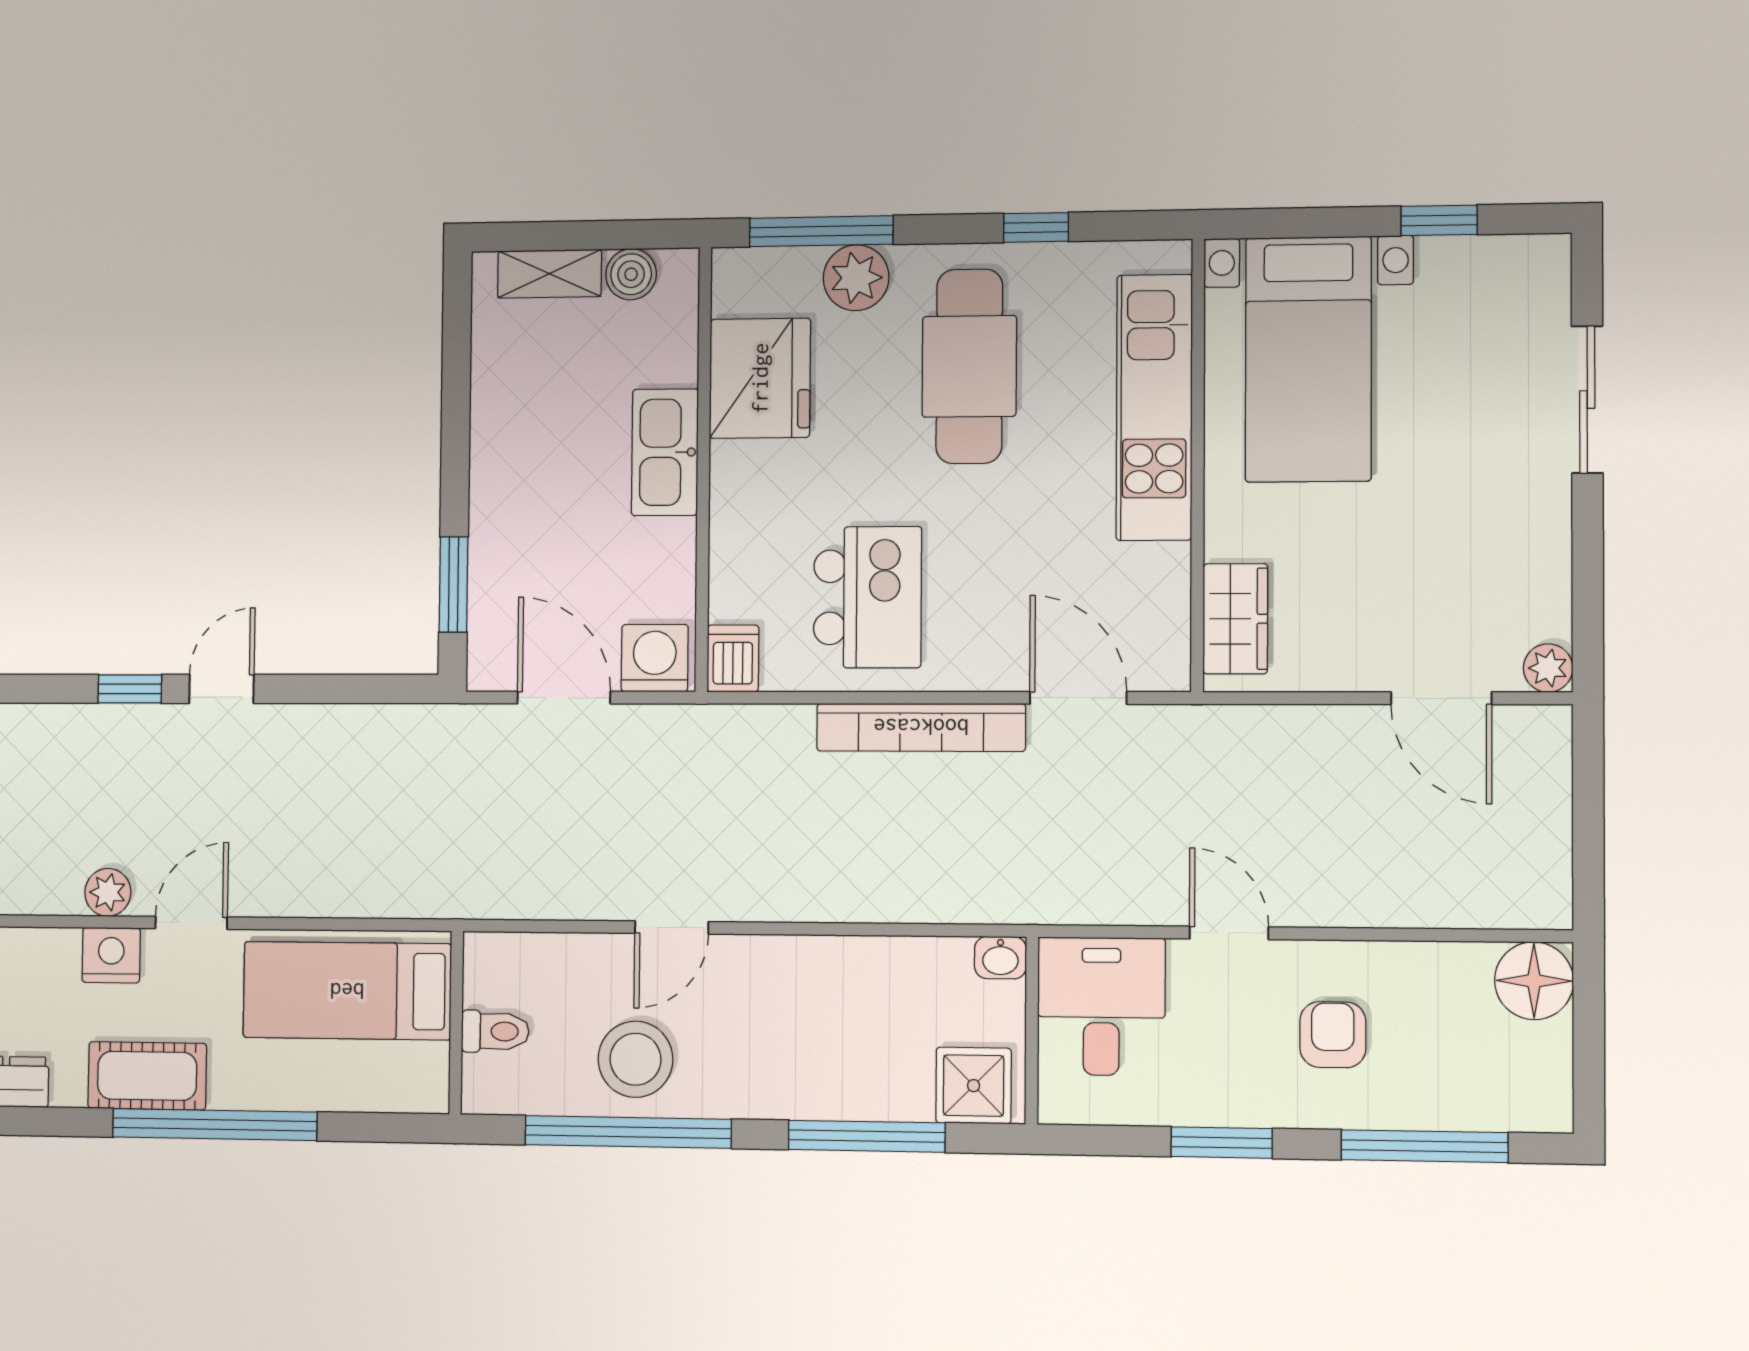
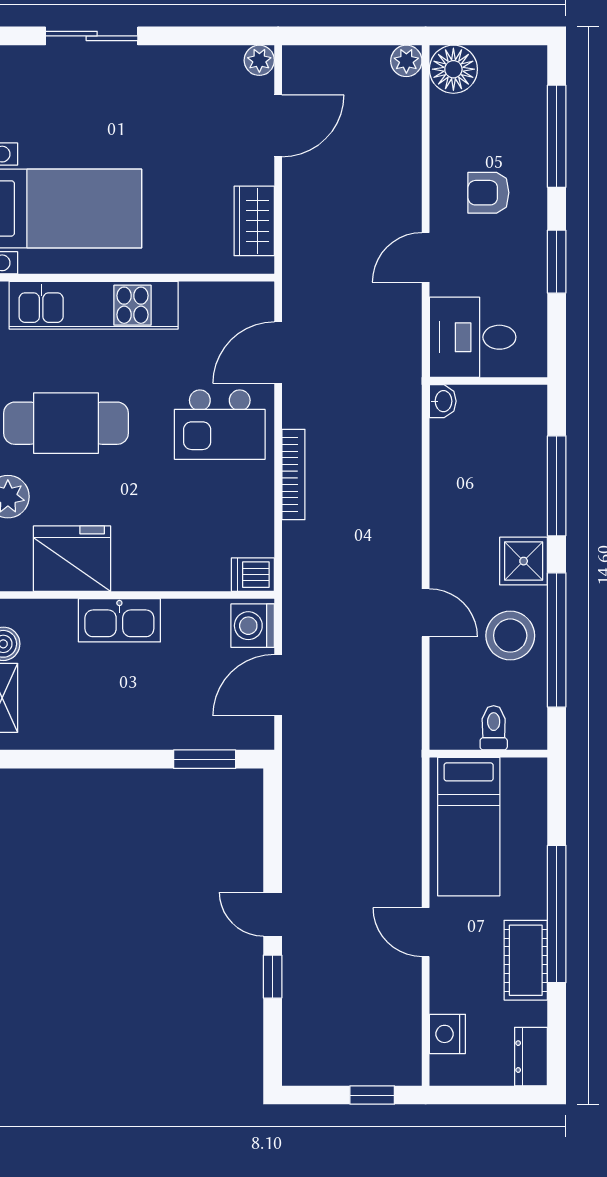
kitchen island: (867, 597) -> (220, 425), moved, turned 180
wardrobe: (1235, 619) -> (254, 221), moved, turned -90
bookcase: (921, 727) -> (293, 474), width x0.68, depth x0.76
plant: (108, 892) -> (406, 61), moved
nightstand: (111, 955) -> (447, 1034), moved
shower: (974, 1086) -> (524, 561), moved

